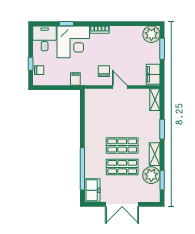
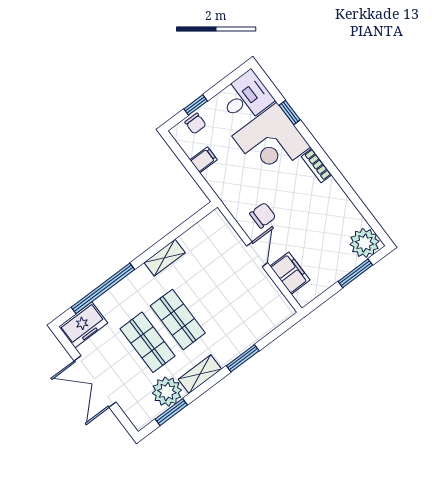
filing cabinet: (153, 74) -> (290, 273), moved, turned 90
filing cabinet: (75, 79) -> (204, 160), moved
shelving: (155, 100) -> (165, 258), moved

